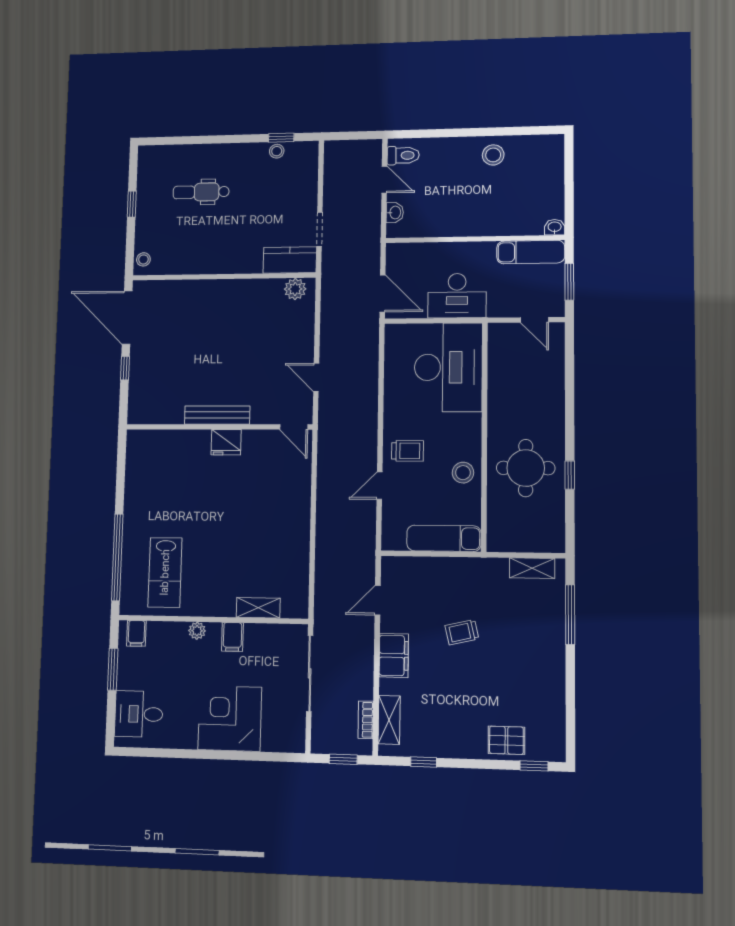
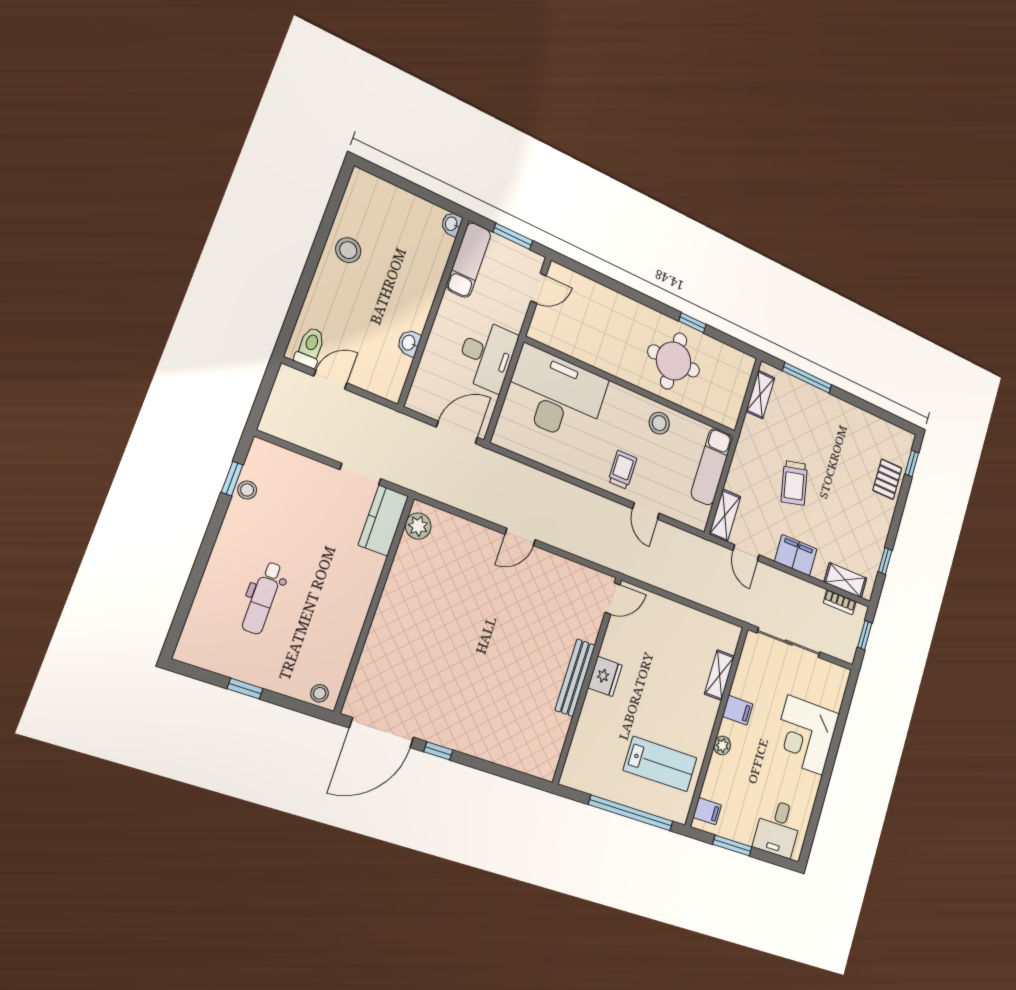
washbasin: (395, 213) -> (409, 343), moved, turned -90
bench: (217, 415) -> (575, 678), moved
wall: (219, 427) -> (587, 680), moved
door: (294, 427) -> (613, 598), moved
fridge: (226, 442) -> (605, 676), moved
shelving: (404, 567) -> (725, 515), added
trolley: (462, 632) -> (794, 483), width x1.36, depth x1.39

